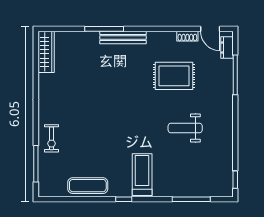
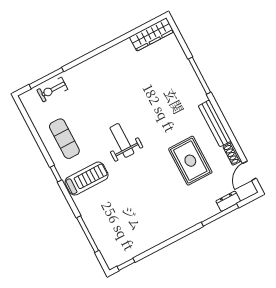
bench: (123, 37) -> (215, 123), moved
dresser: (227, 48) -> (228, 201), moved
weight bench: (185, 128) -> (122, 140), moved
exercise bike: (51, 138) -> (52, 90), moved
exercise mat: (88, 186) -> (64, 139), moved

